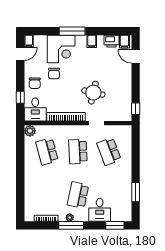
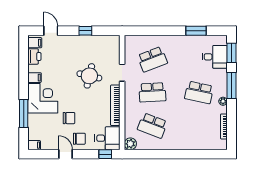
window: (72, 31) -> (24, 113), moved
corner desk: (61, 49) -> (43, 98), moved
door: (20, 54) -> (66, 154), moved
door: (136, 57) -> (51, 31), swing flipped
window: (20, 97) -> (105, 154), moved
window: (136, 109) -> (85, 31), moved
school desk: (47, 151) -> (152, 126), turned 36
desk: (100, 210) -> (215, 57), moved
window: (71, 225) -> (231, 86), moved

